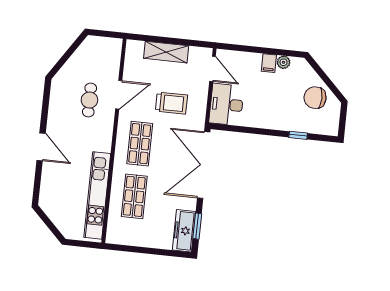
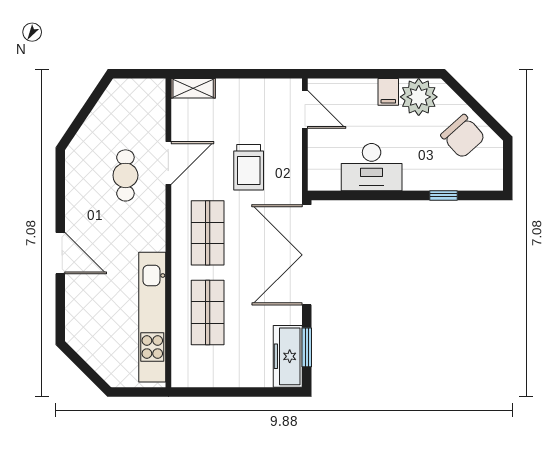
shelving: (166, 52) -> (193, 88), moved, width x0.67, depth x0.75
plant: (284, 62) -> (419, 97), width x1.87, depth x1.87
chair: (315, 98) -> (463, 136), turned -132
trolley: (171, 103) -> (249, 167), turned 90
desk: (226, 104) -> (372, 167), moved, turned -90

